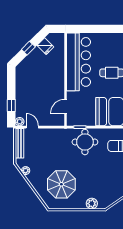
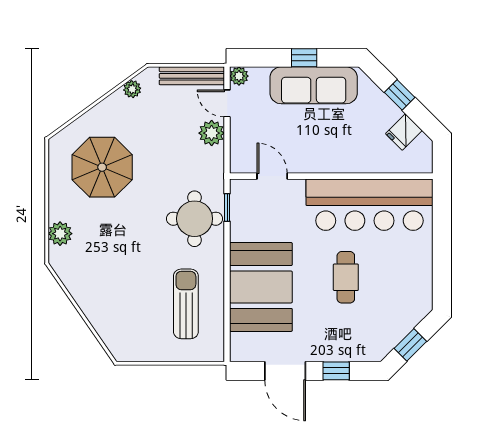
sofa: (24, 88) -> (314, 85), added
window: (11, 106) -> (304, 58), moved
door: (32, 127) -> (227, 103), swing flipped
plant: (46, 134) -> (212, 133), added

